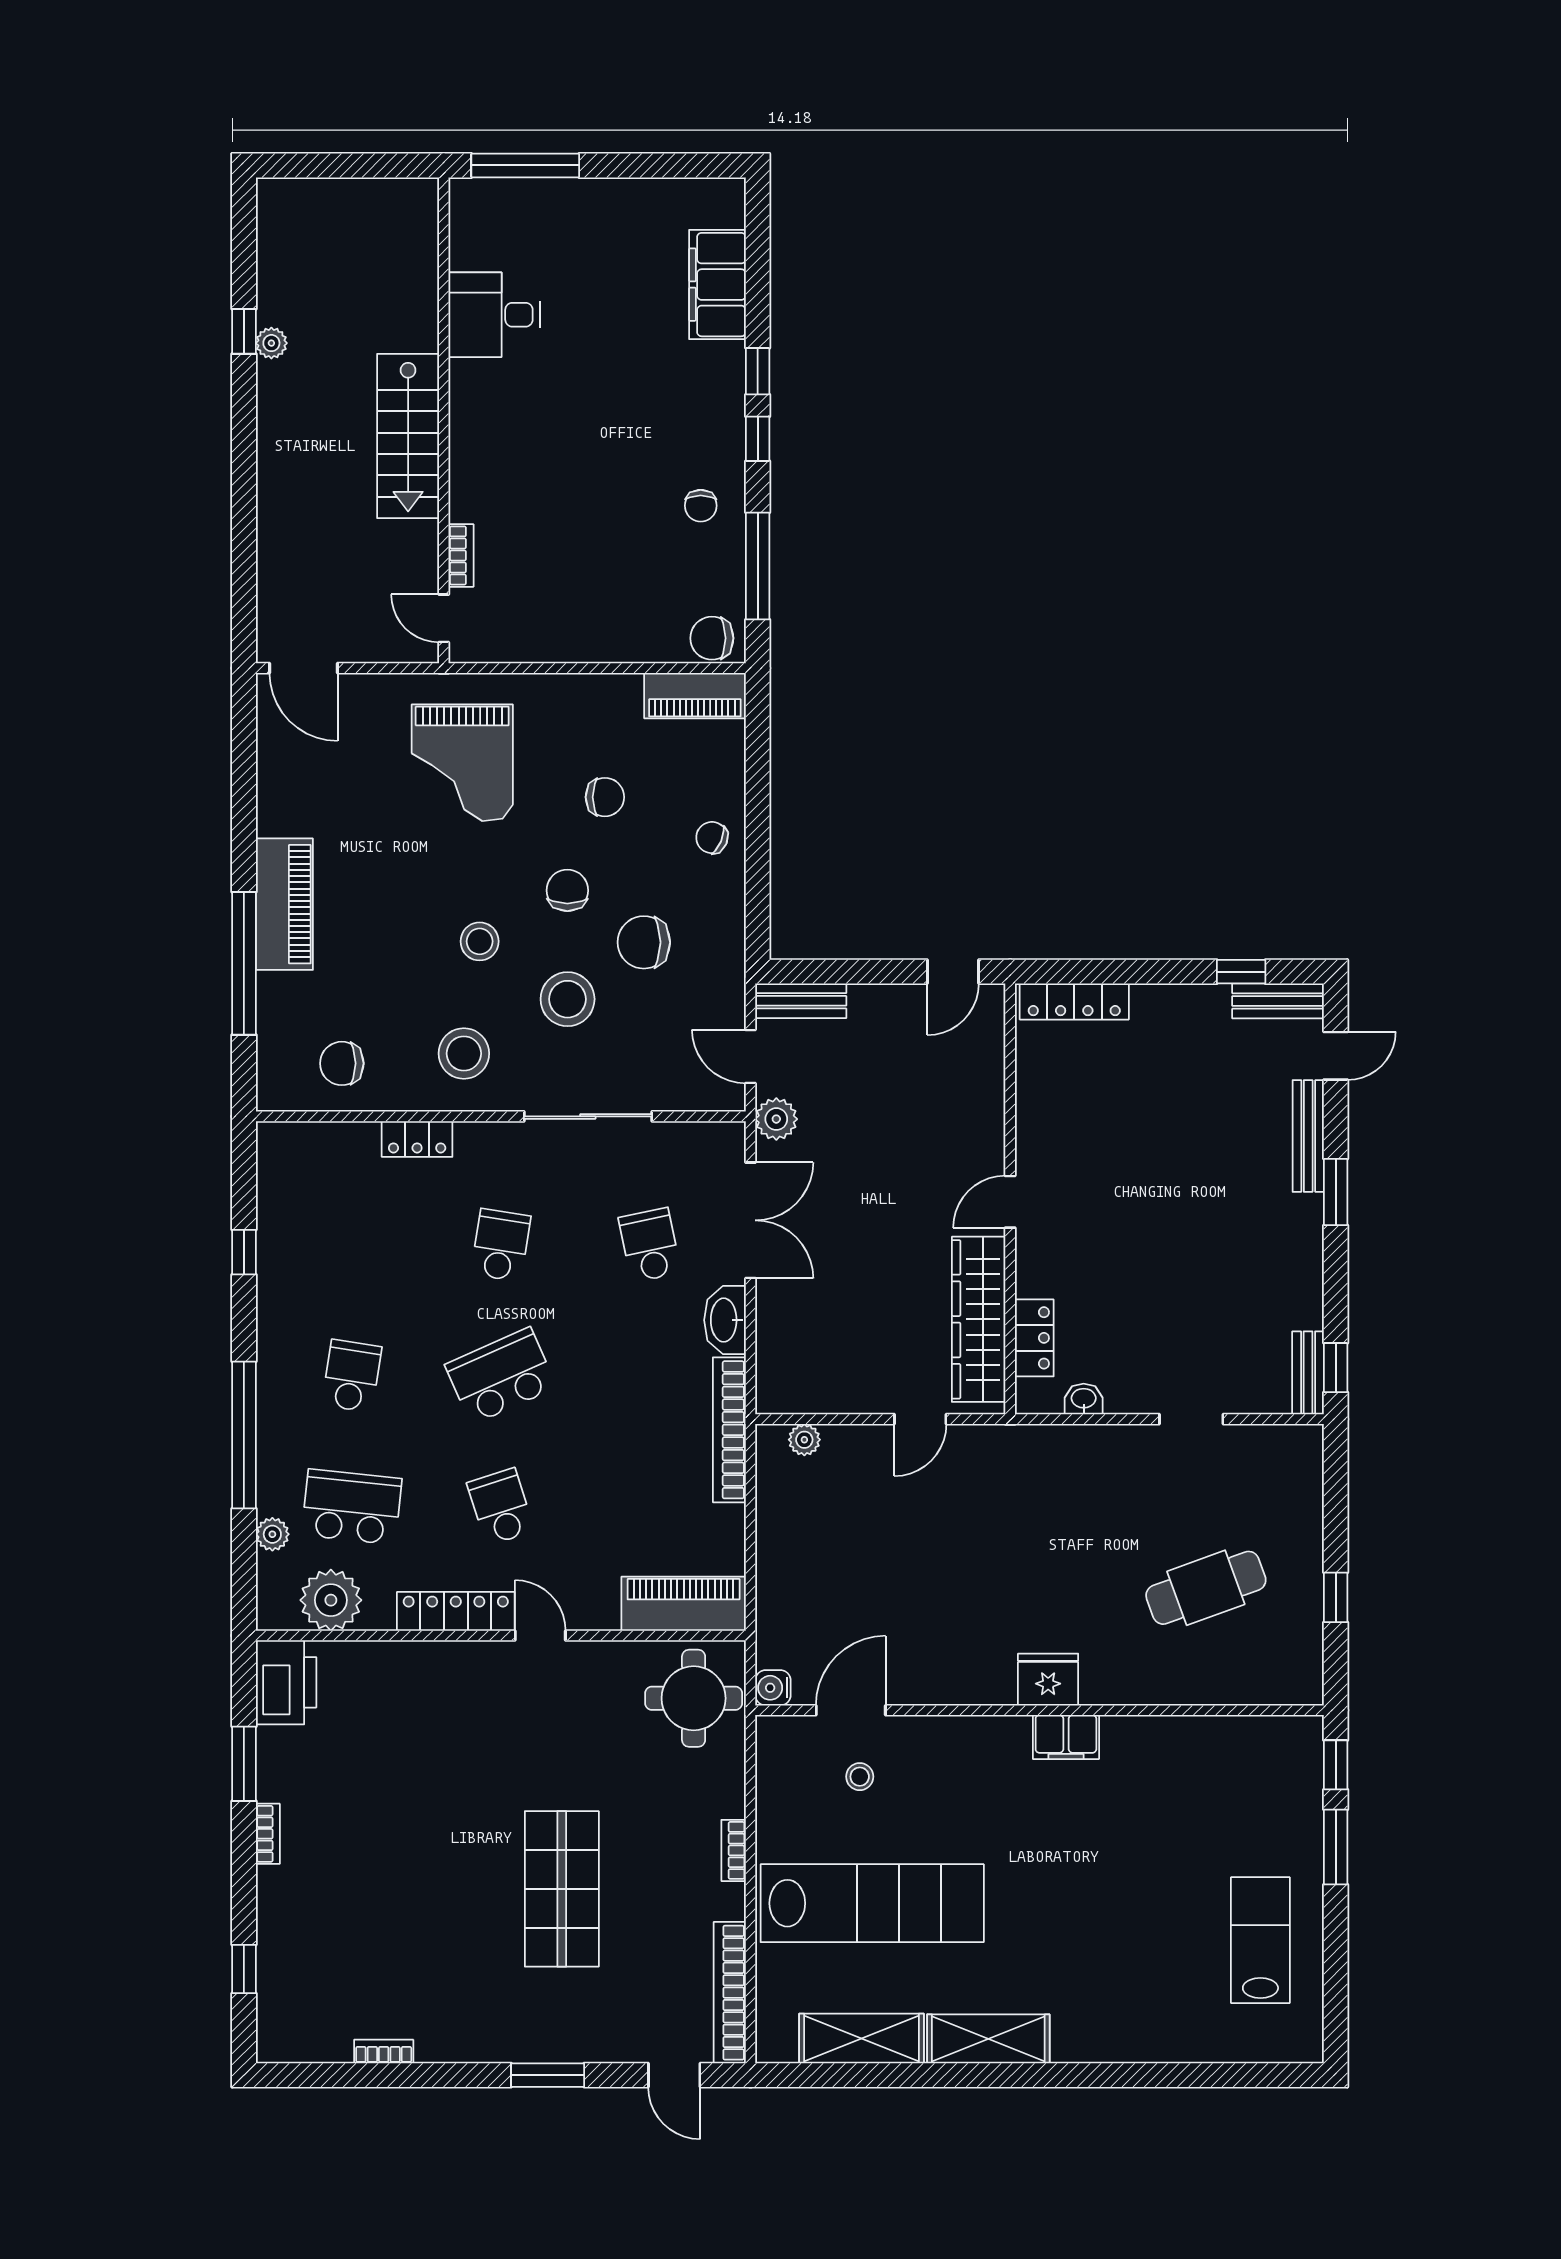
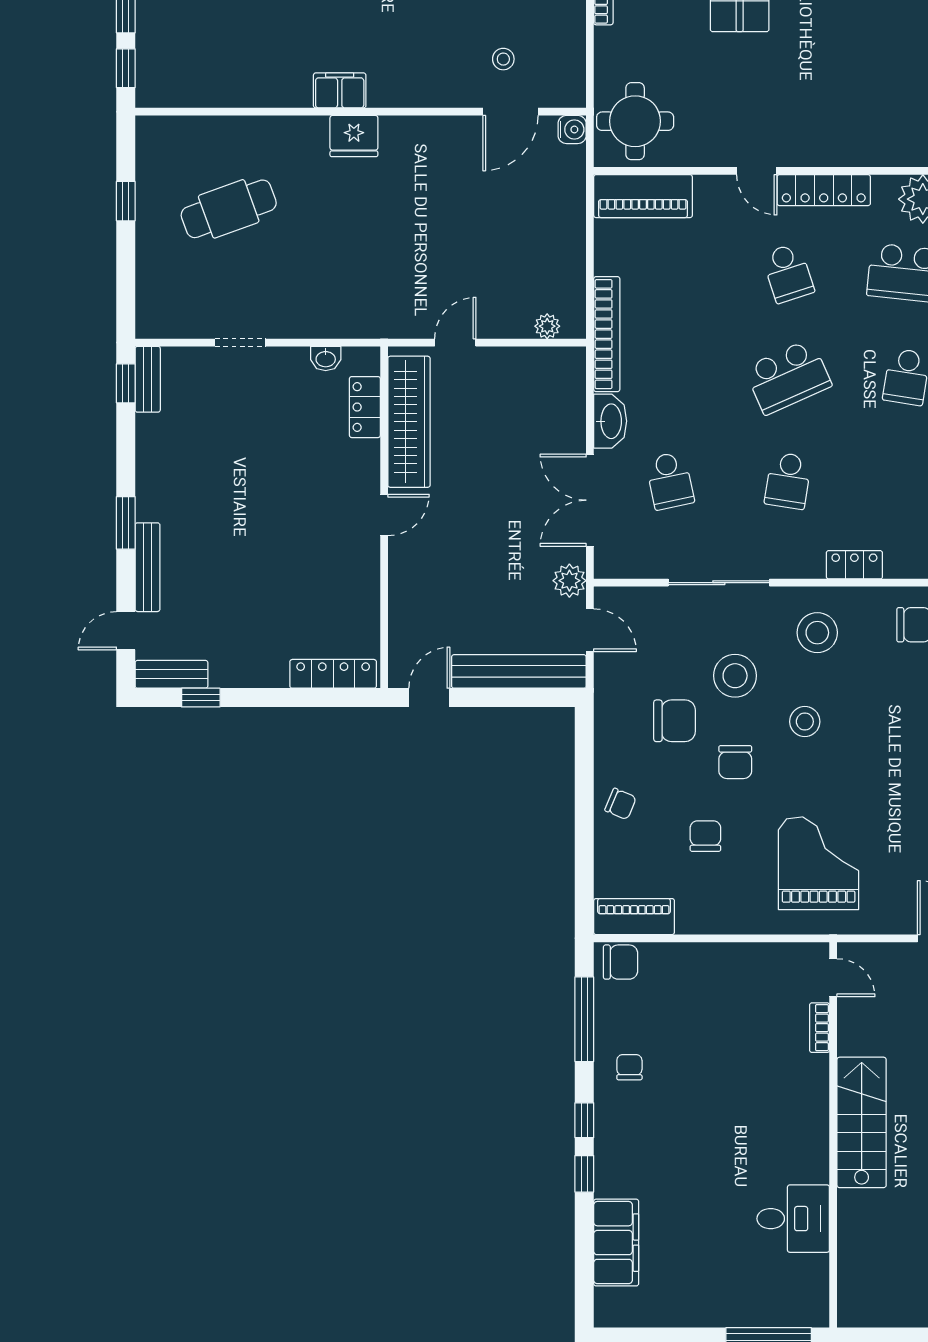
chair: (605, 797) -> (705, 836), turned 90
bench: (801, 1001) -> (519, 671), width x1.86, depth x1.21

